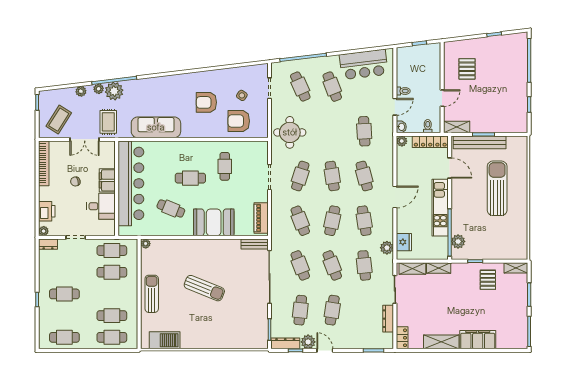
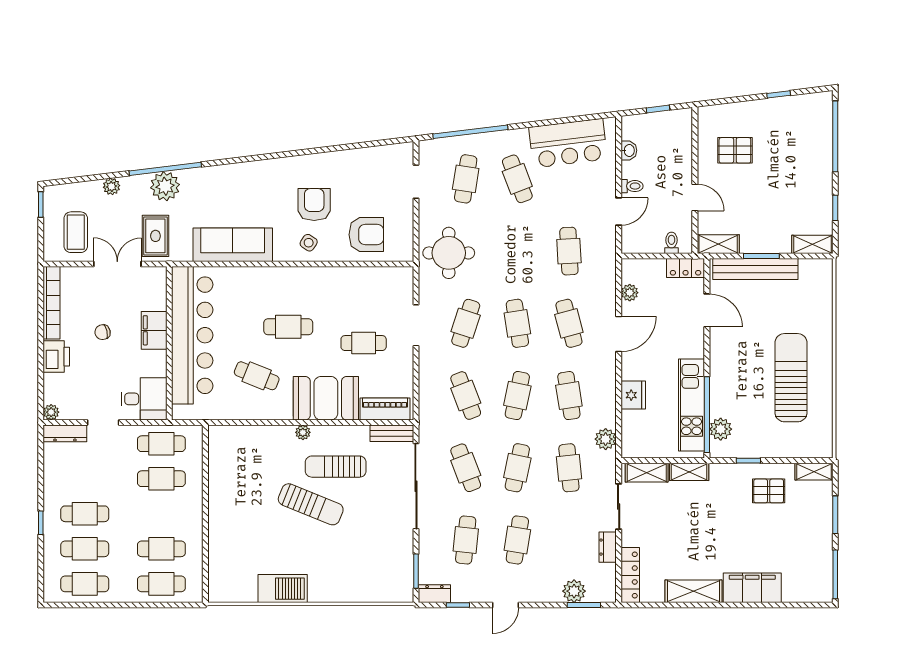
pallet: (467, 69) -> (735, 150), turned 90
cafe table: (300, 87) -> (466, 179), turned 33
plant: (99, 89) -> (140, 183), removed
side table: (242, 95) -> (309, 243), moved
door: (442, 98) -> (695, 197), hinge flipped
armchair: (206, 102) -> (314, 205), turned 90
coffee table: (59, 120) -> (76, 232), turned -32
armchair: (239, 121) -> (366, 235), turned 180
washbasin: (401, 127) -> (629, 150), moved
shelving: (515, 127) -> (812, 244), added
double door: (85, 139) -> (117, 264), swing flipped
plant: (402, 141) -> (630, 293), moved
locker: (430, 142) -> (686, 268), width x0.66
cafe table: (225, 166) -> (364, 343), moved, turned 90
sun lounger: (497, 188) -> (791, 378), moved
door: (395, 197) -> (619, 334), moved
desk: (101, 206) -> (144, 399), moved
kitchen unit: (440, 208) -> (692, 405), moved
printer: (47, 211) -> (56, 357), moved
piano: (261, 218) -> (385, 409), moved, turned 90
fridge: (404, 242) -> (633, 395), moved
dresser: (48, 244) -> (65, 433), width x1.44
plant: (146, 244) -> (303, 432), moved
cafe table: (332, 265) -> (517, 468), turned 33
pallet: (488, 280) -> (769, 491), turned 90
sun lounger: (152, 294) -> (336, 467), moved, turned -90
cafe table: (64, 316) -> (85, 549), added
dresser: (388, 319) -> (608, 547), width x0.70
locker: (402, 338) -> (630, 575), width x1.53
barbecue: (165, 340) -> (283, 589), moved
plant: (308, 342) -> (574, 591), moved
dresser: (285, 343) -> (434, 594), width x0.70
door: (325, 350) -> (505, 605), swing flipped

